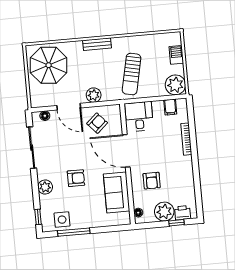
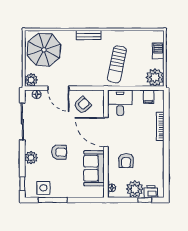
plant: (94, 95) -> (31, 80), moved

